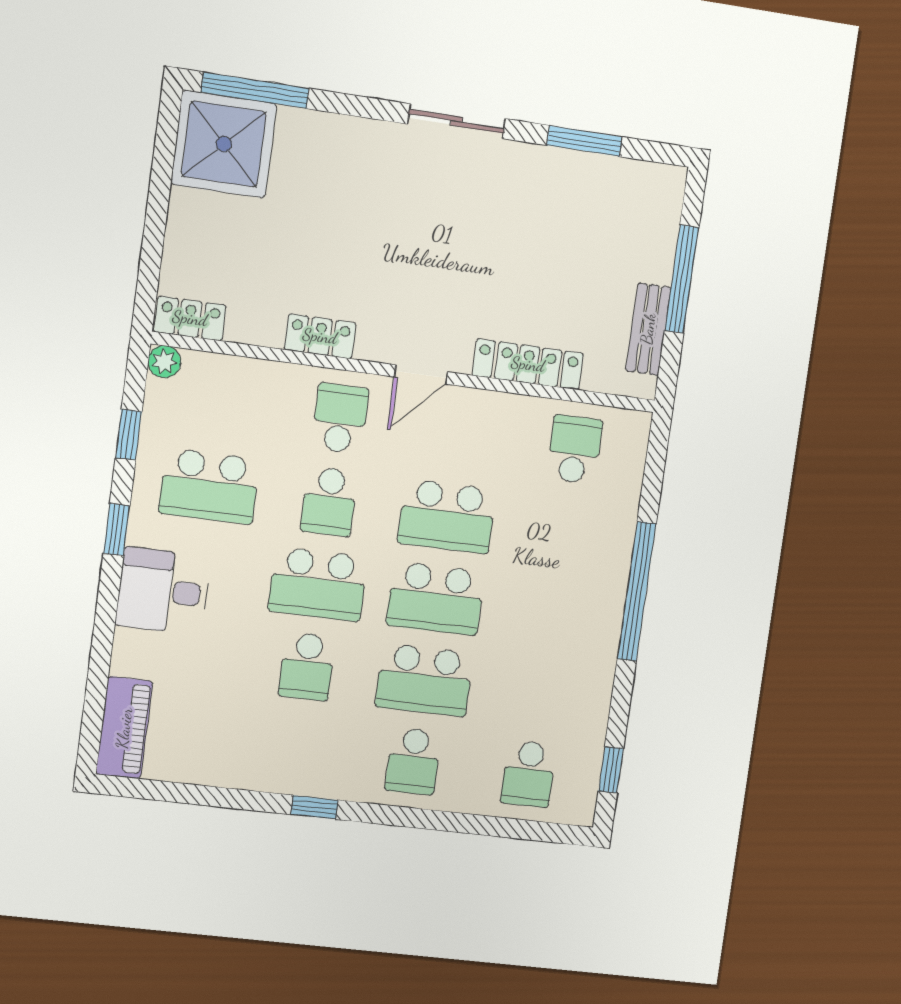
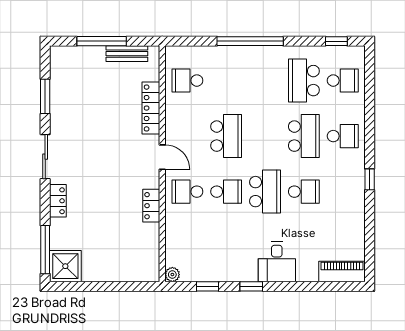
shower: (224, 144) -> (65, 266), width x0.73, depth x0.73
locker: (190, 318) -> (58, 201), moved, turned 180
school desk: (209, 486) -> (226, 247), removed
school desk: (436, 598) -> (304, 81), moved, turned 180

